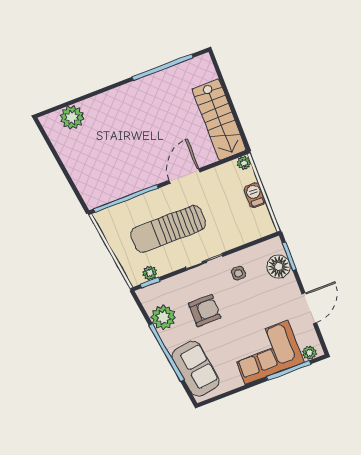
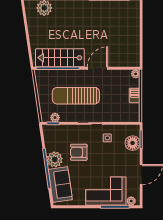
stairs: (219, 120) -> (60, 58), moved, turned 90
armchair: (205, 311) -> (79, 152), turned 180
plant: (163, 317) -> (55, 159), moved

